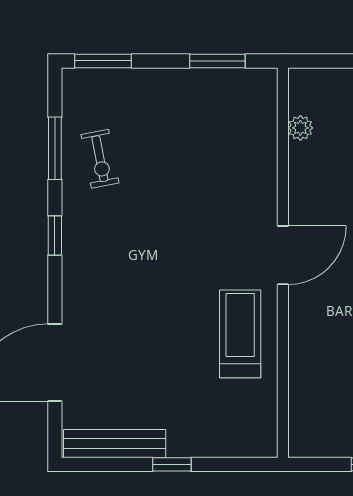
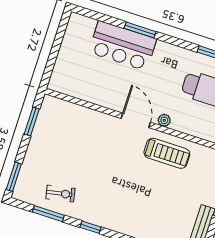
plant: (300, 128) -> (164, 120), moved
treadmill: (240, 334) -> (167, 153), turned 180

